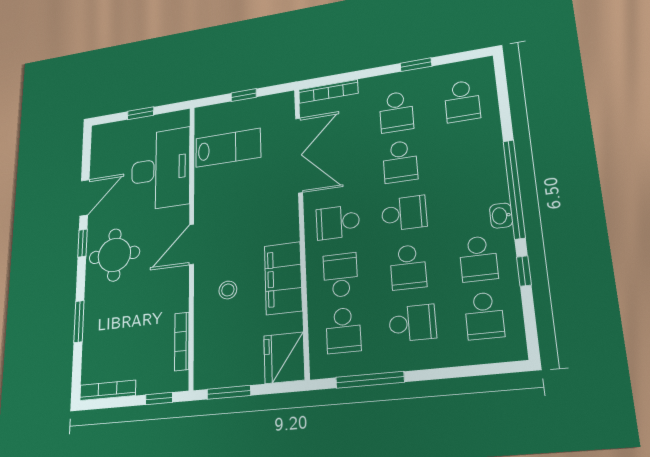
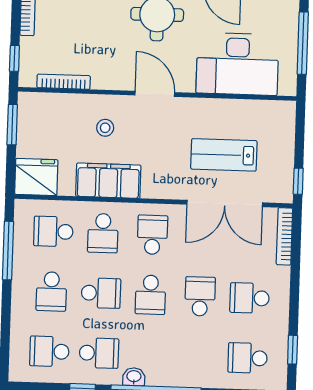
window: (416, 65) -> (293, 350), moved
window: (244, 95) -> (298, 181), moved
window: (140, 113) -> (303, 43), width x2.17
lab bench: (228, 148) -> (224, 155), moved, turned 90
school desk: (400, 162) -> (200, 296), turned 90
school desk: (478, 259) -> (99, 353), turned 180
school desk: (408, 267) -> (101, 293), turned 180
school desk: (341, 275) -> (103, 233), turned 90

